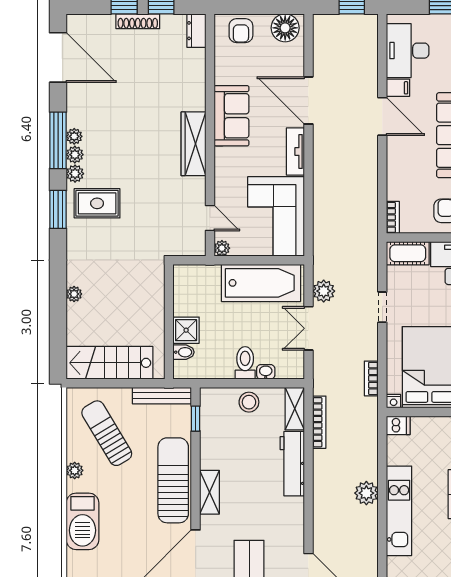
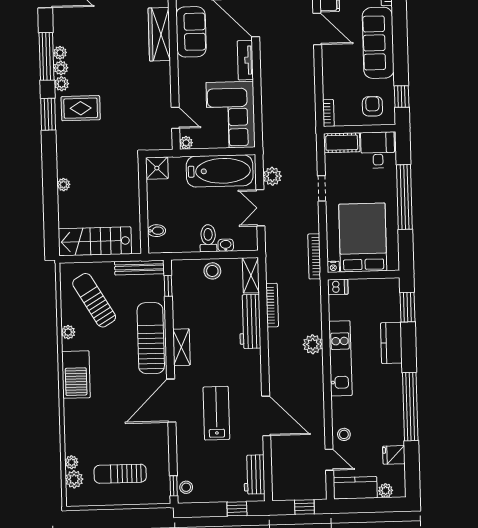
wardrobe: (193, 144) -> (159, 34), moved
shower: (186, 330) -> (157, 168), moved
bookcase: (371, 378) -> (314, 256), width x1.56
bookcase: (319, 422) -> (272, 305), moved

